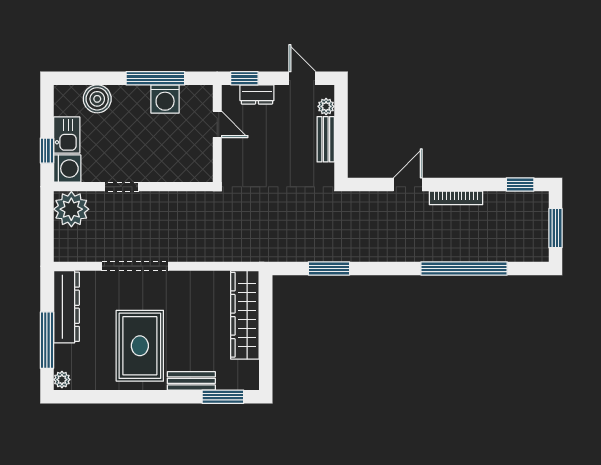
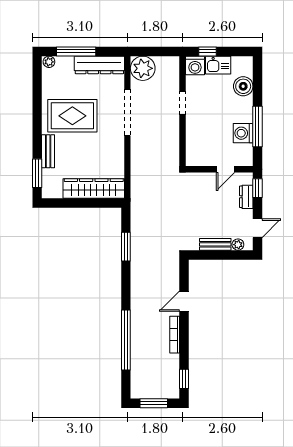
door: (408, 184) -> (184, 301), swing flipped
plant: (71, 209) -> (143, 68), moved

